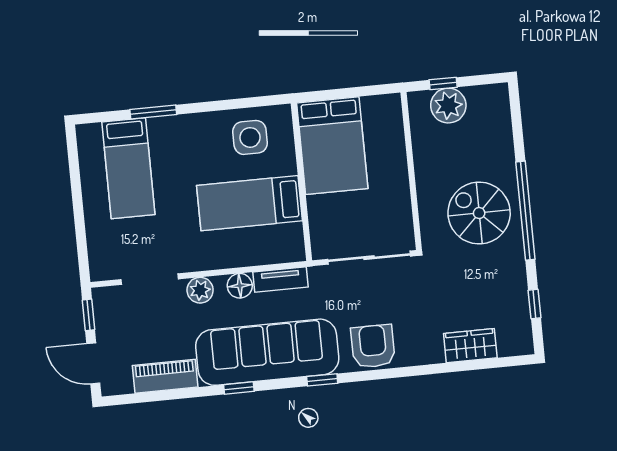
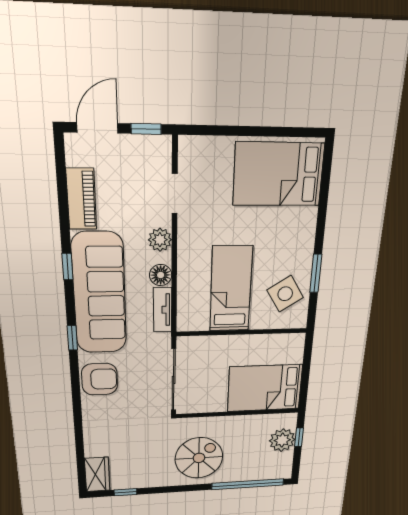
window: (153, 112) -> (316, 273), moved
side table: (250, 137) -> (285, 294), turned -32
bed: (332, 146) -> (265, 388), moved
bed: (128, 168) -> (278, 174), width x1.50
window: (525, 211) -> (248, 484), moved
doorway: (150, 279) -> (175, 194), width x0.73
wardrobe: (470, 346) -> (97, 474), moved

